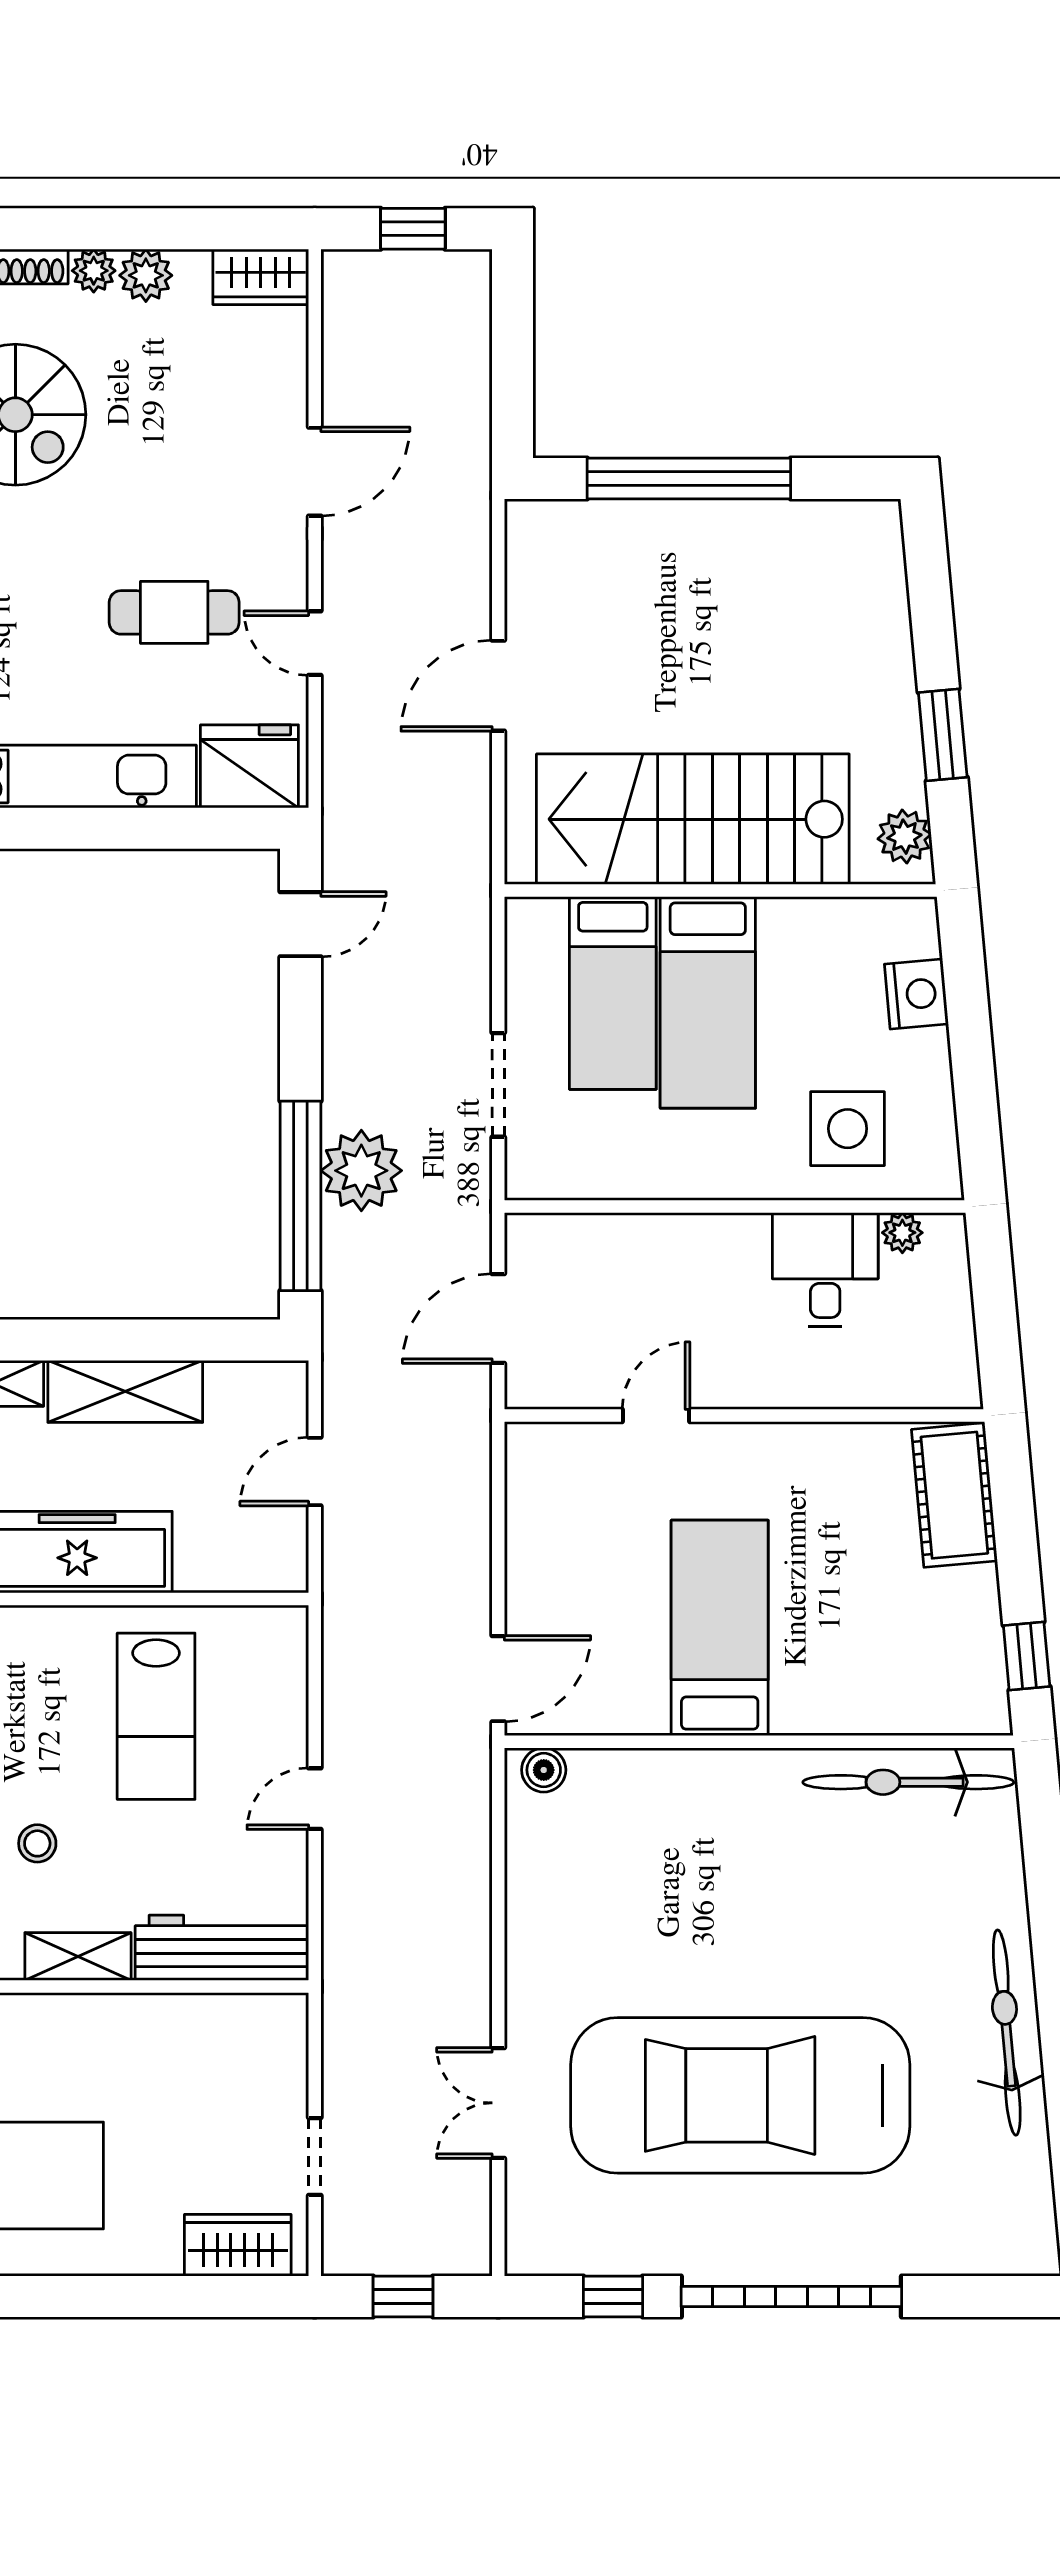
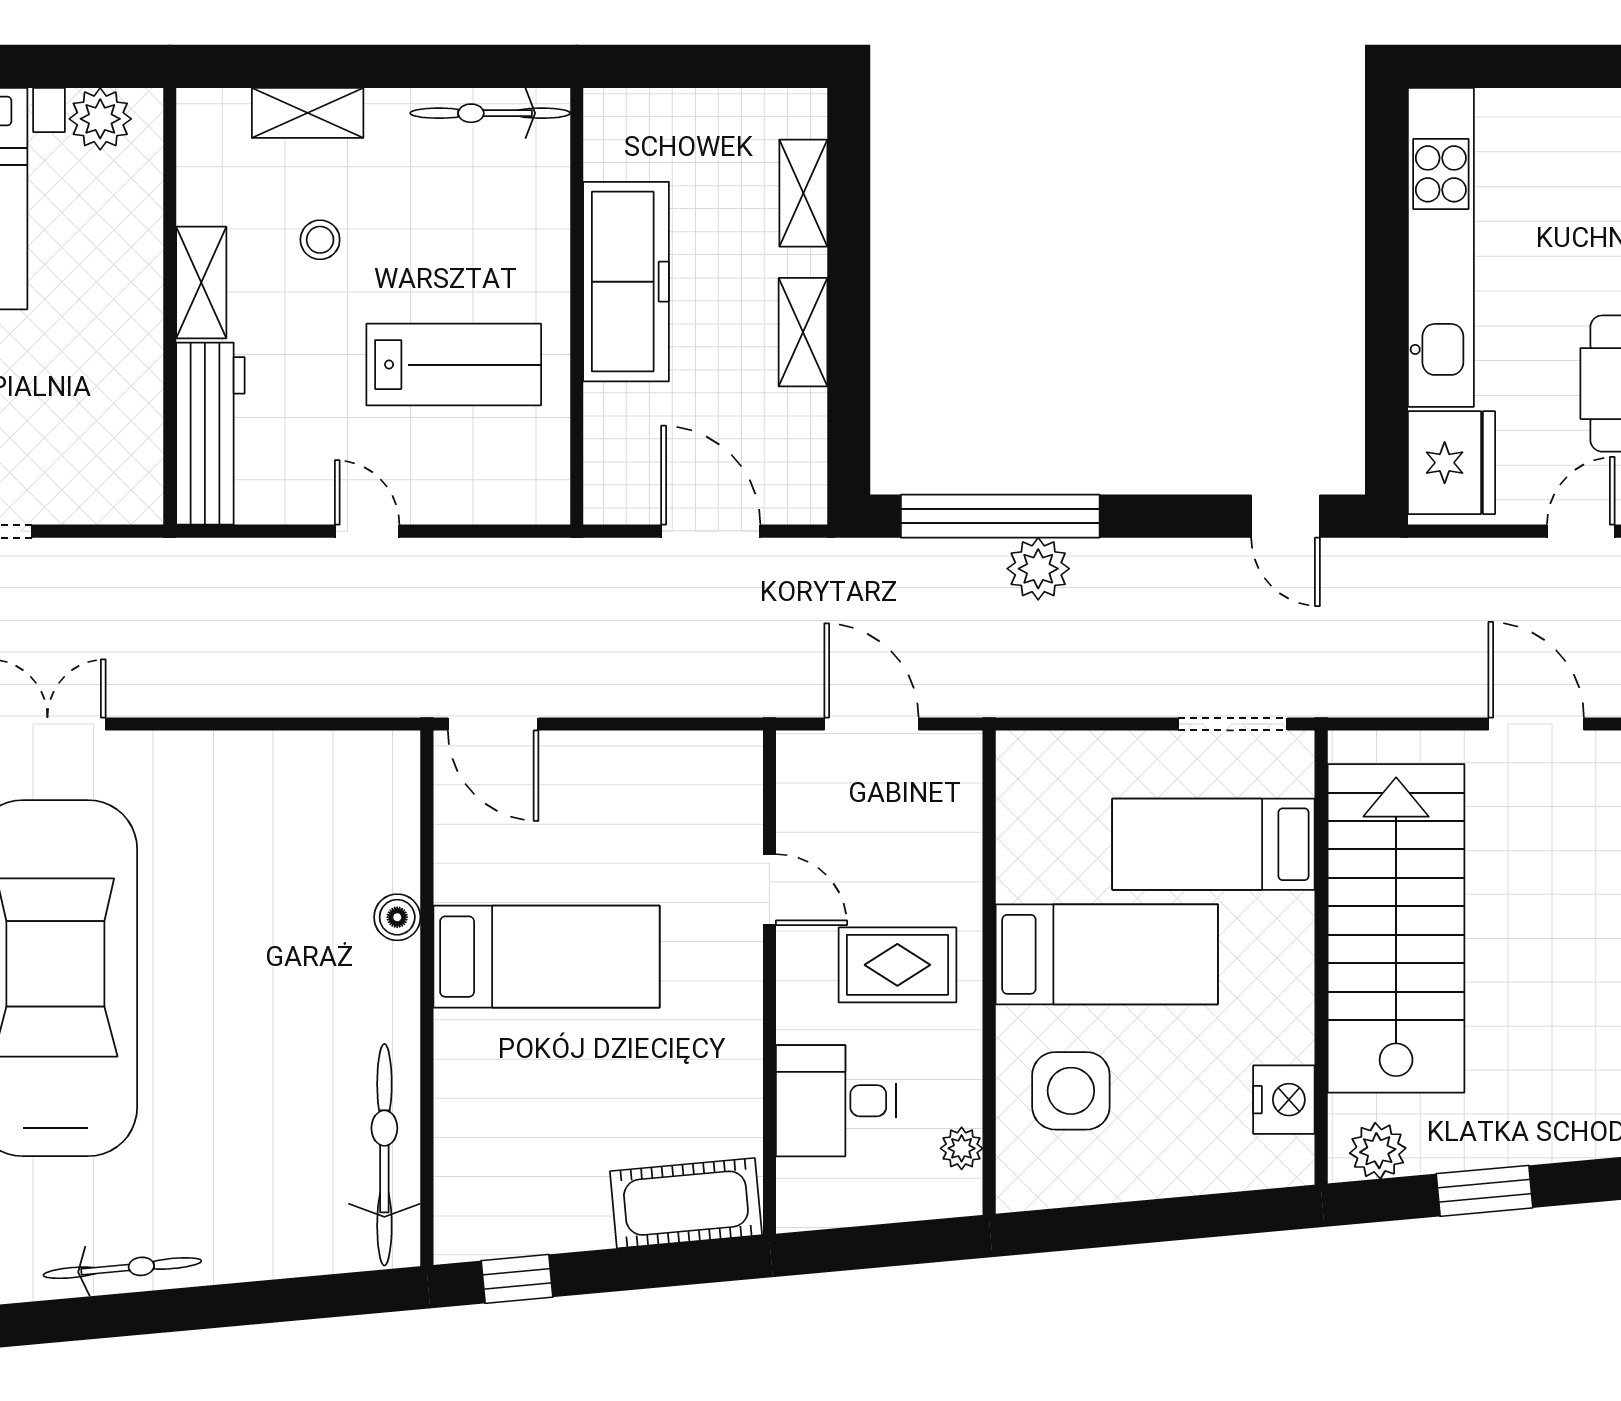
nightstand: (916, 994) -> (1284, 1100), moved, turned -85
bed: (708, 1002) -> (1107, 954), moved, turned 180
doorway: (498, 1085) -> (1233, 724), moved
plant: (361, 1171) -> (1038, 569), width x0.73, depth x0.73
desk: (825, 1270) -> (836, 1101), moved, turned 180
rug: (728, 1294) -> (897, 965), added
shelving: (125, 1391) -> (803, 332), width x0.67, depth x0.75
door: (315, 1471) -> (711, 531), width x1.38
lab bench: (156, 1716) -> (454, 365), turned 180
boiler: (544, 1770) -> (397, 917), moved
bicycle: (1007, 2033) -> (122, 1268), width x0.73, depth x0.71

